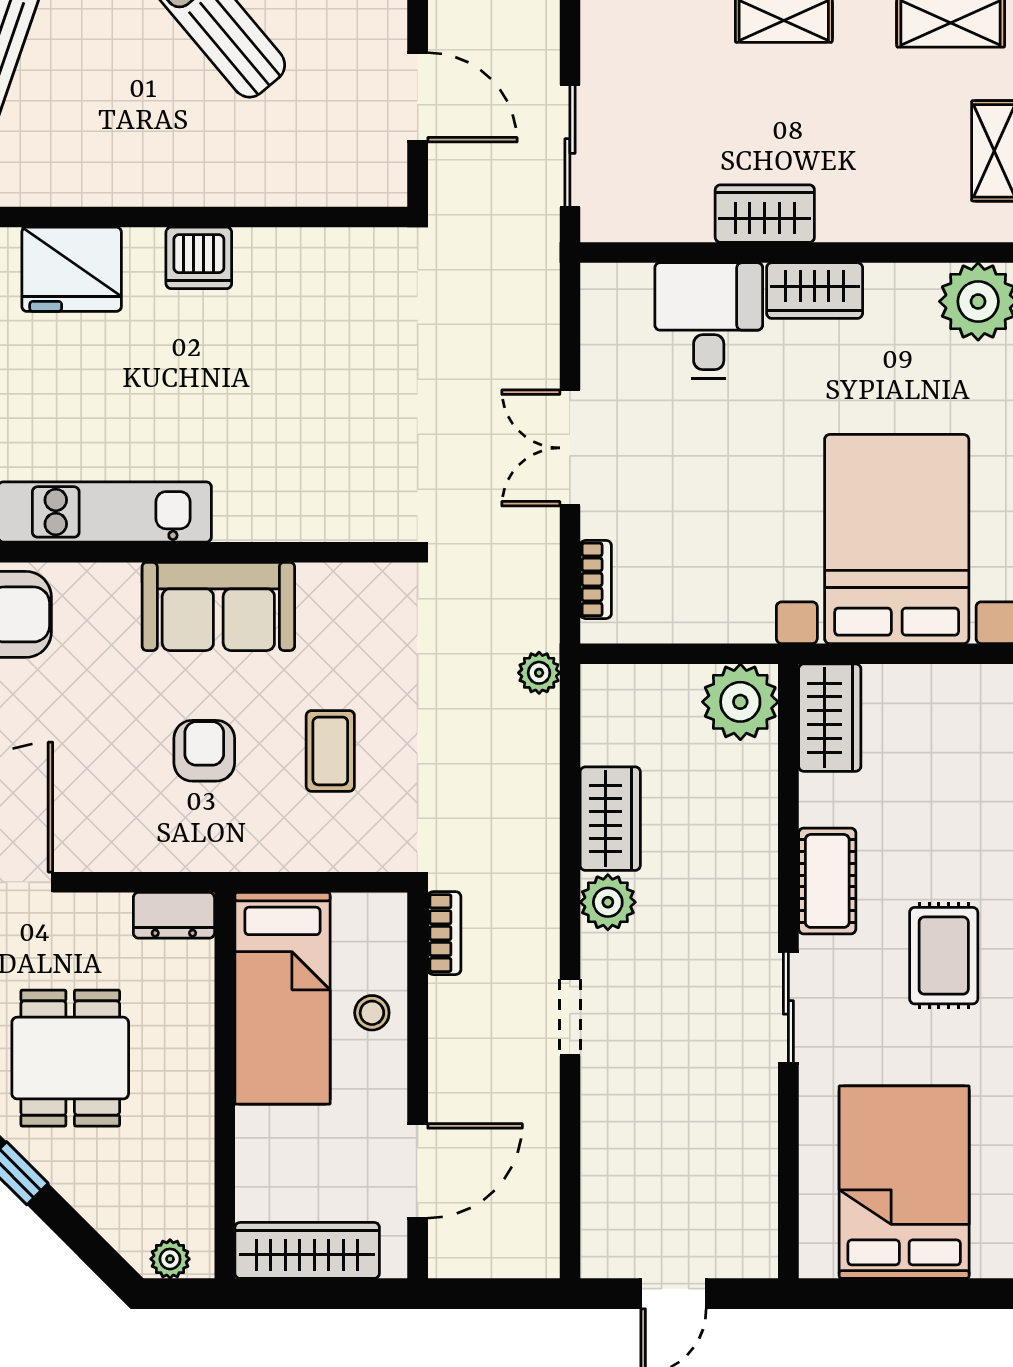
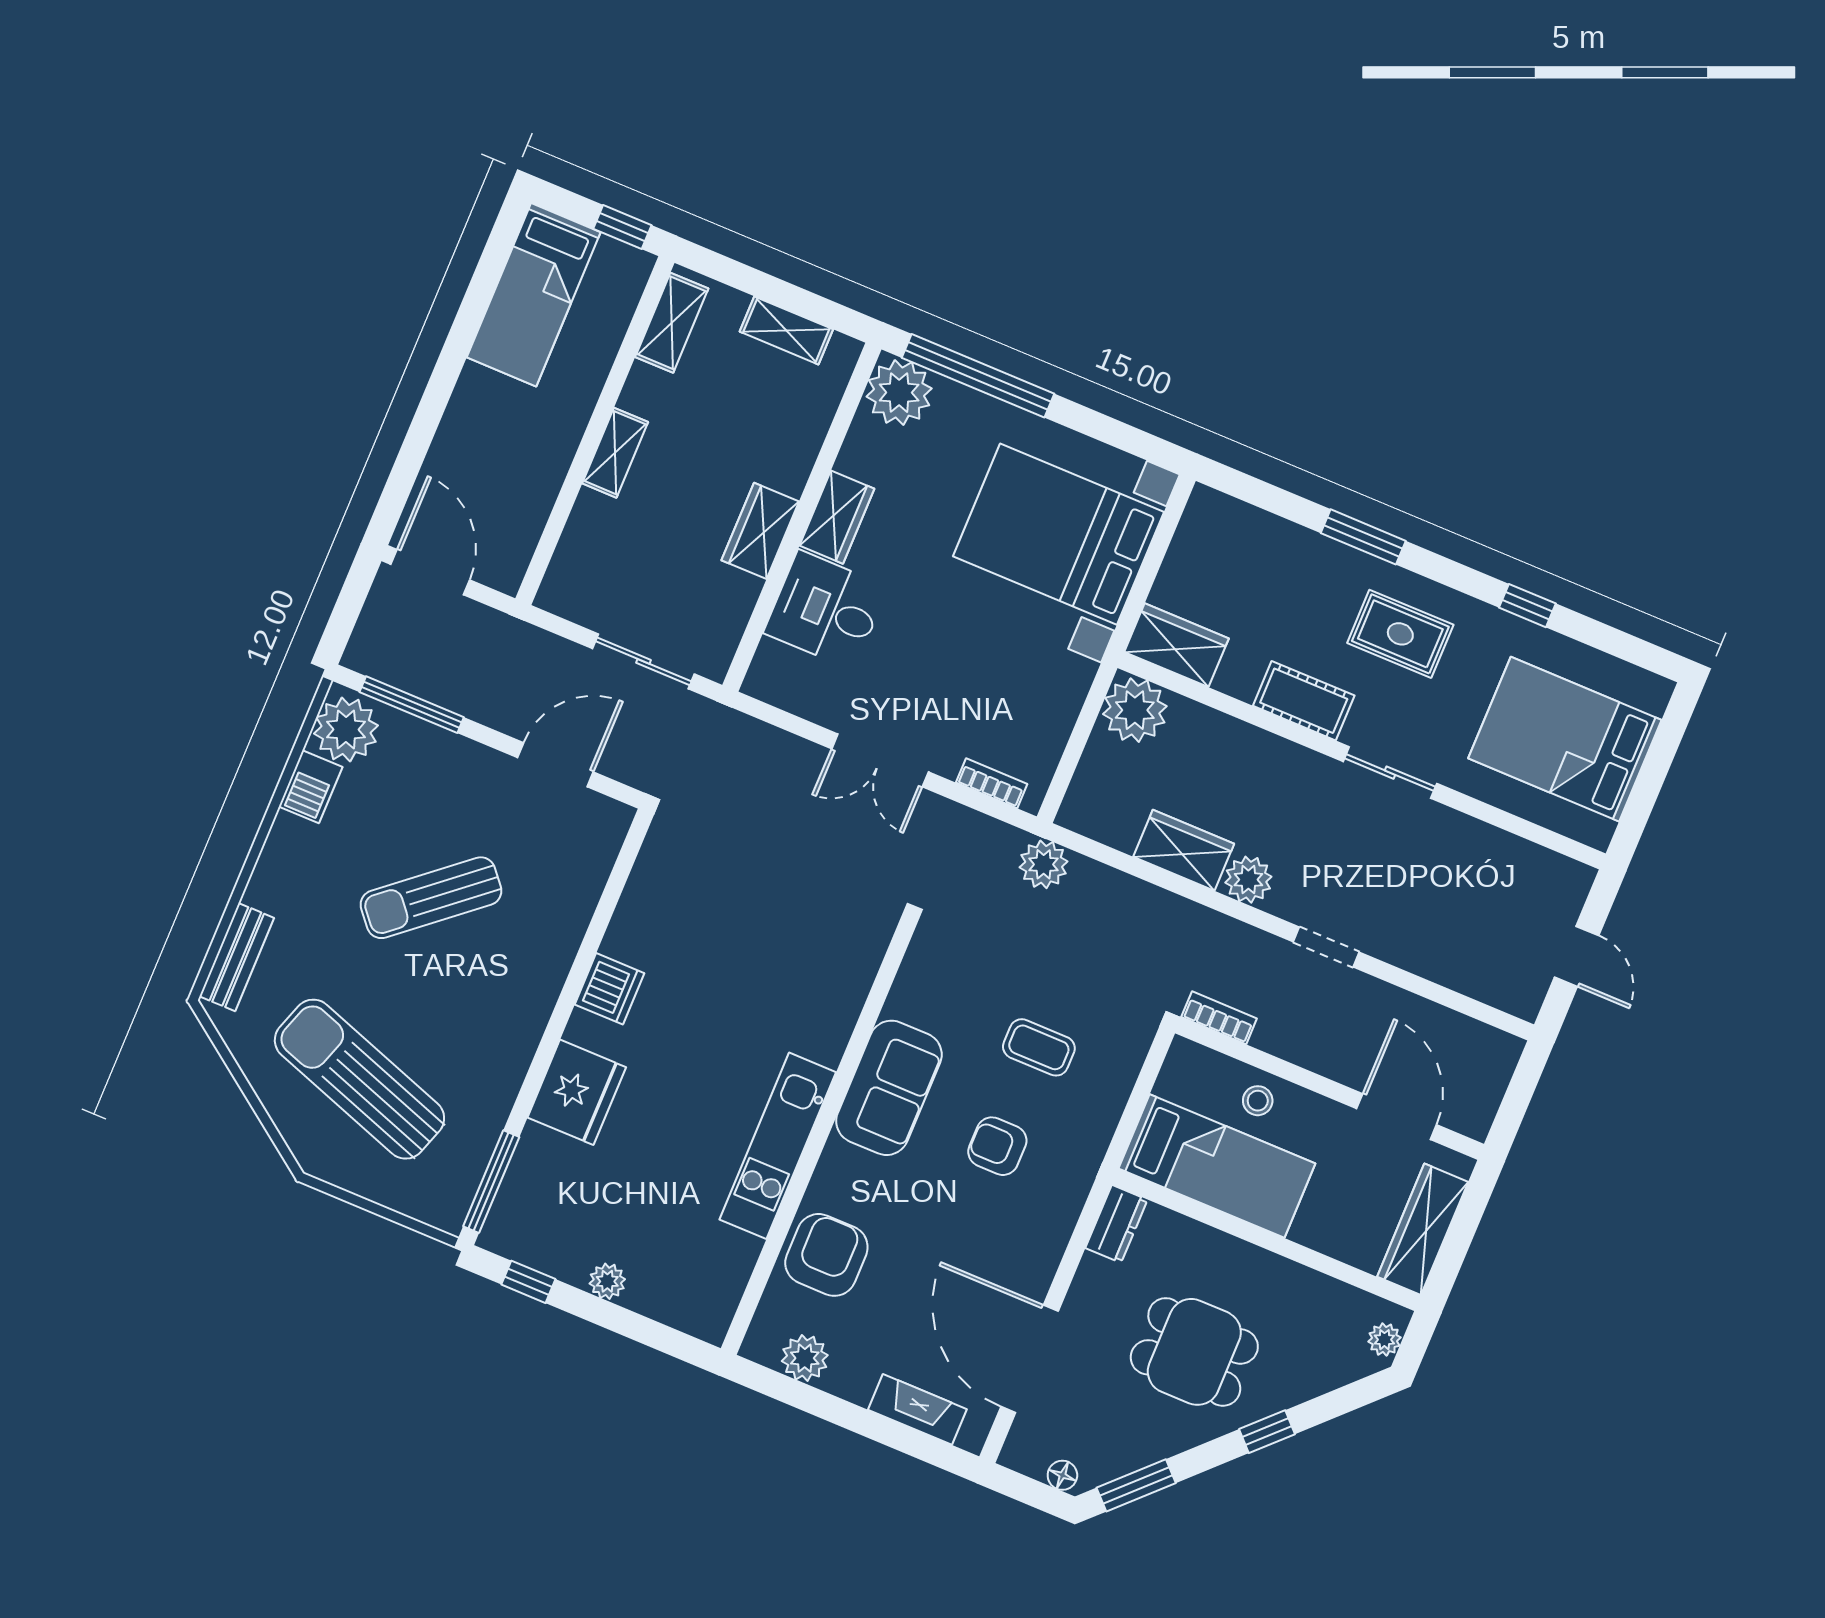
plant: (539, 673) -> (1044, 864), width x1.38, depth x1.38

